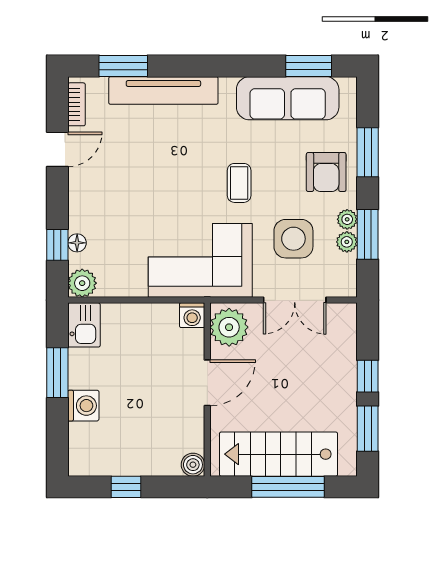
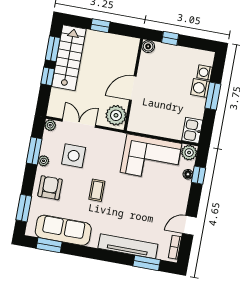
window: (368, 152) -> (24, 208), moved
plant: (347, 242) -> (50, 125), moved
corner sofa: (200, 260) -> (151, 158), moved
washing machine: (192, 315) -> (205, 72), moved, turned -90
window: (57, 373) -> (213, 96), moved
stairs: (278, 454) -> (69, 58), moved, turned -90
window: (126, 487) -> (170, 38), moved
window: (288, 487) -> (100, 26), width x0.46

